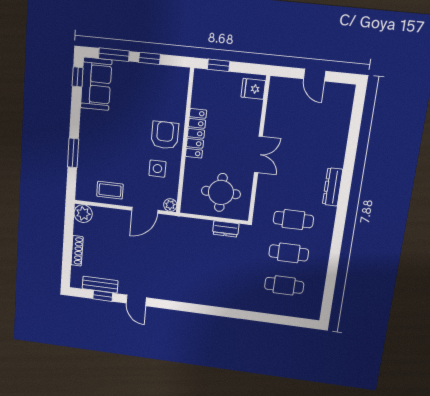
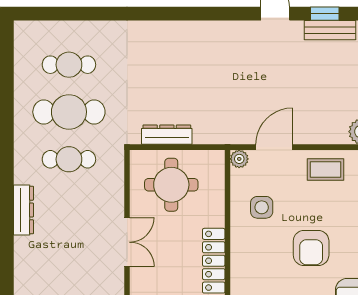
armchair: (165, 135) -> (311, 248), moved
double door: (258, 154) -> (127, 242), swing flipped
dresser: (226, 229) -> (167, 135), width x1.44
cafe table: (289, 253) -> (69, 112), width x1.37, depth x1.35

